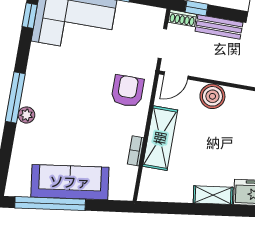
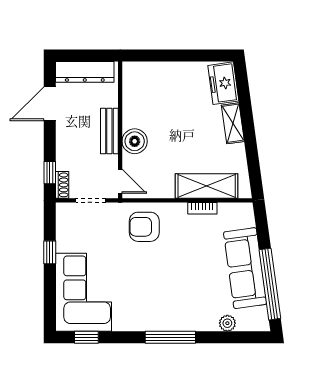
bench: (219, 27) -> (109, 131), moved
plant: (26, 115) -> (227, 323), moved
shelving: (160, 138) -> (207, 186), moved

